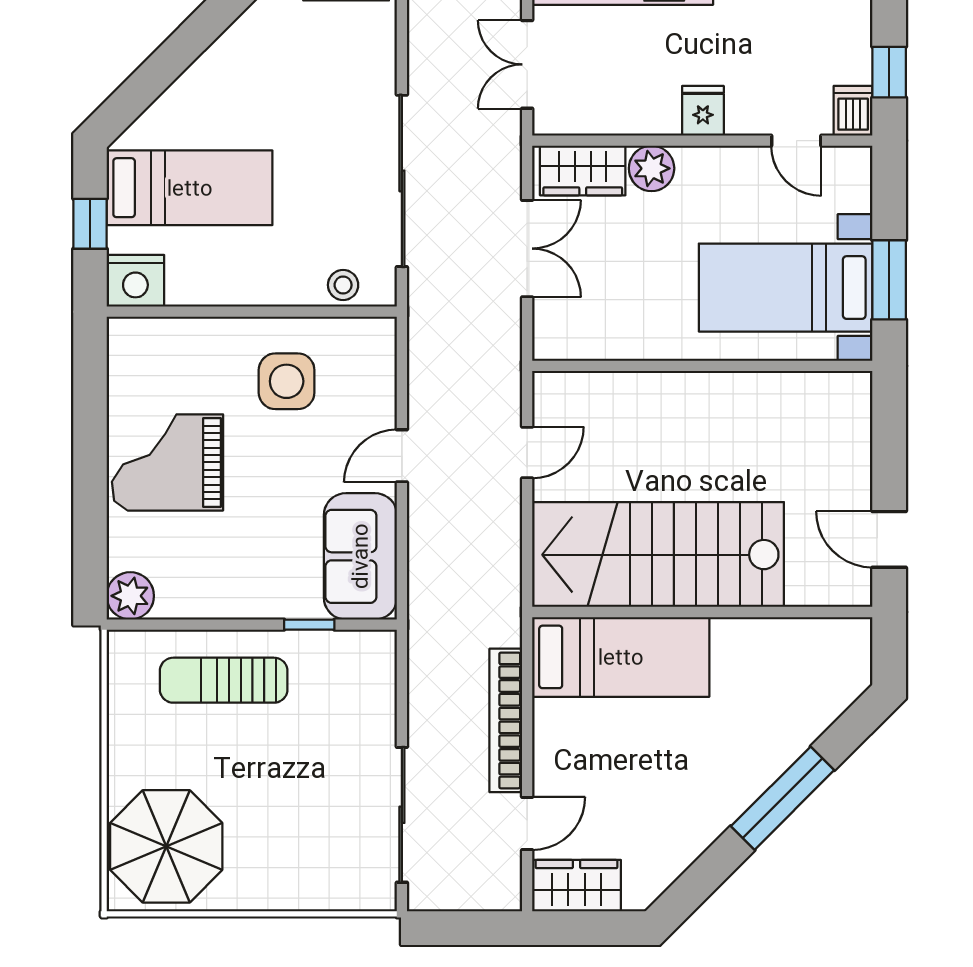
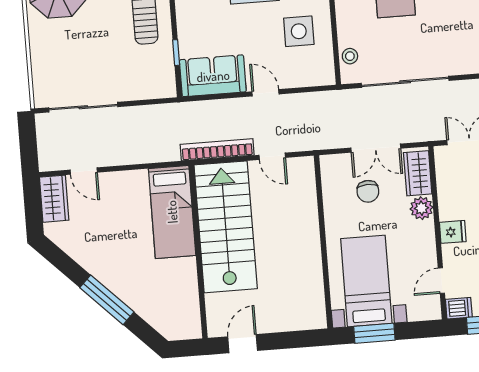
chair: (610, 271) -> (368, 191), added
bookcase: (506, 720) -> (217, 150), moved

